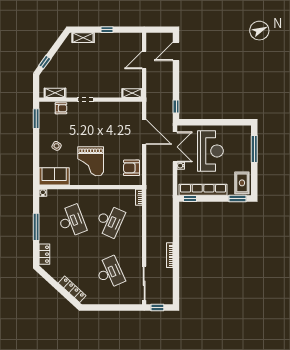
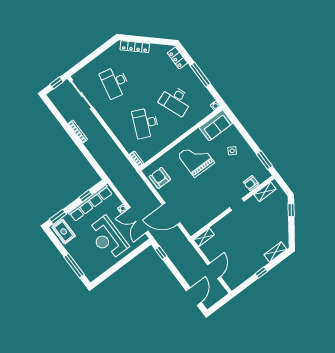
armchair: (132, 168) -> (160, 178), turned -90
window: (190, 198) -> (86, 196), moved
desk: (110, 273) -> (115, 82), turned 36

